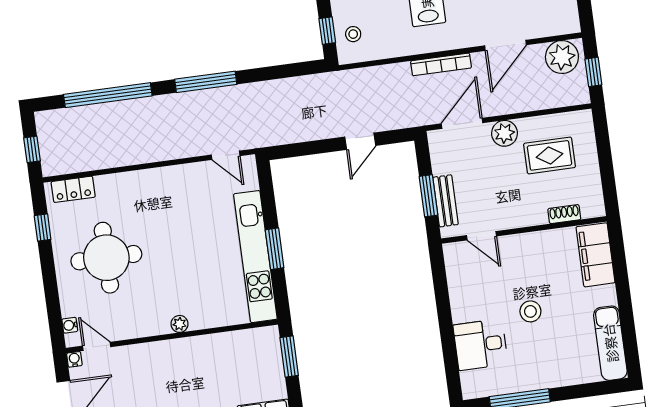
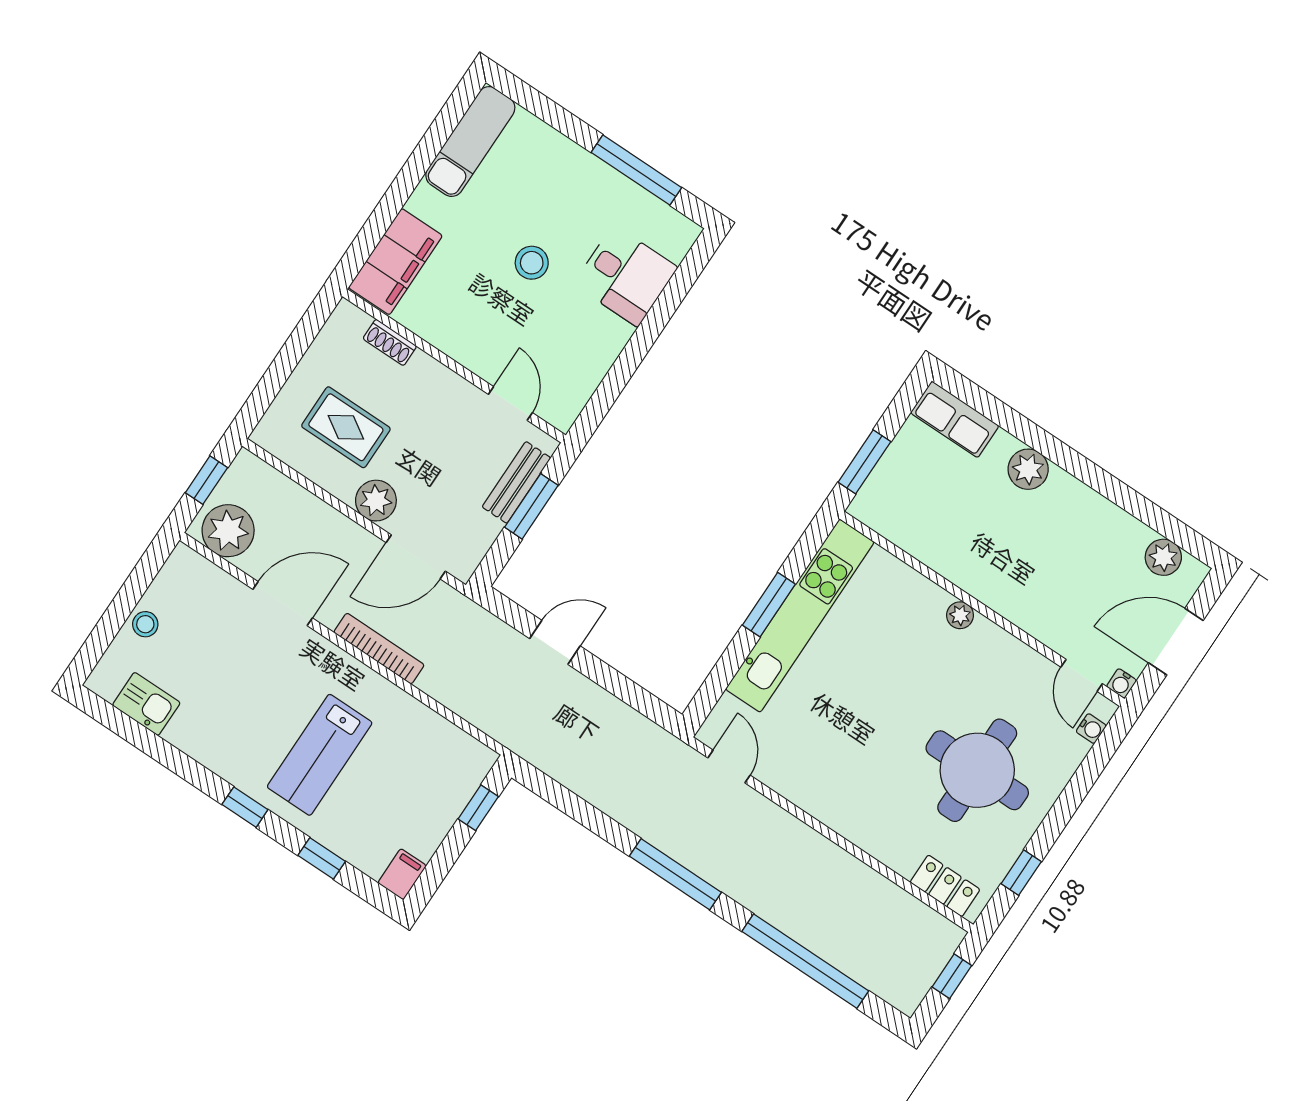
stool: (353, 34) -> (451, 776), removed

